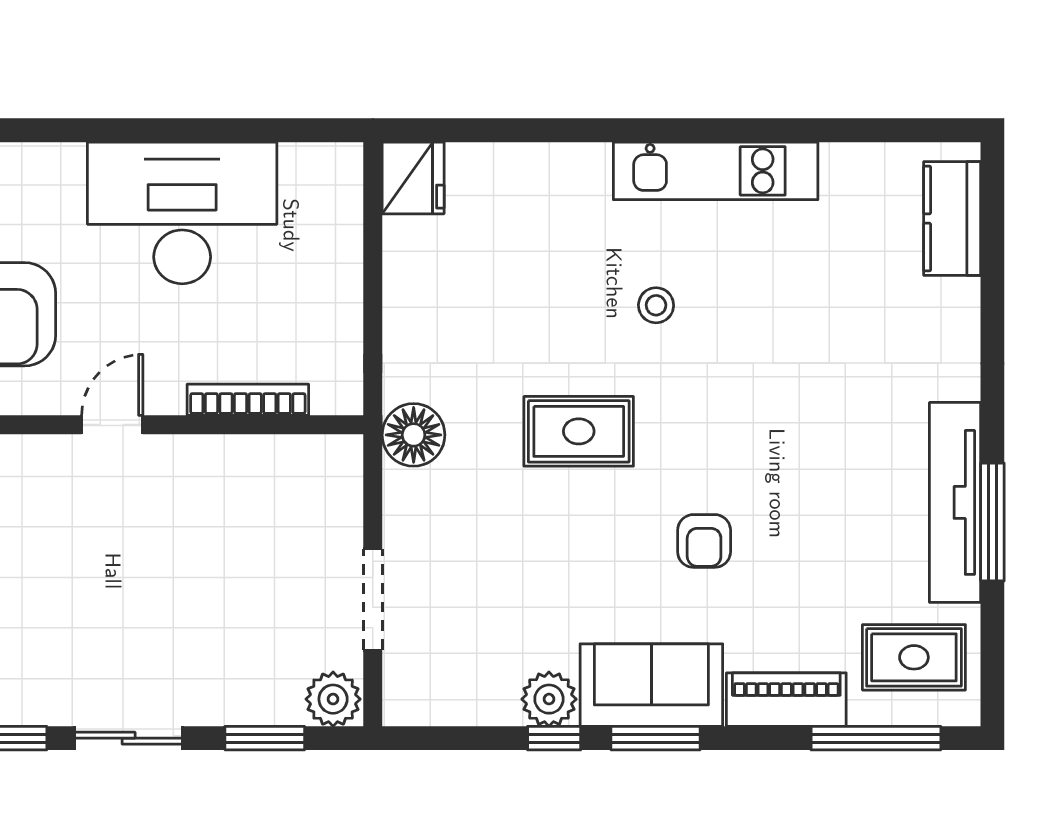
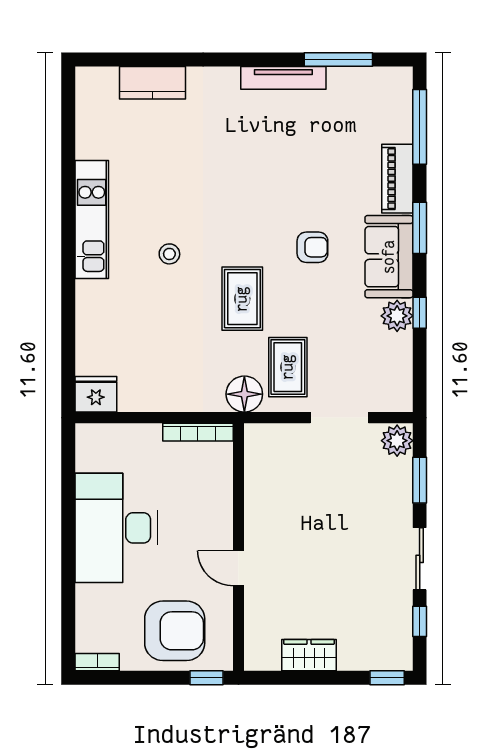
kitchen counter: (952, 218) -> (153, 83), moved
bookcase: (248, 400) -> (198, 432), moved, turned -90
tv unit: (955, 502) -> (283, 78), width x0.73, depth x0.78
window: (992, 522) -> (338, 59), moved
armchair: (704, 541) -> (312, 247), moved
rug: (914, 657) -> (288, 367), moved
window: (656, 738) -> (420, 228), moved

